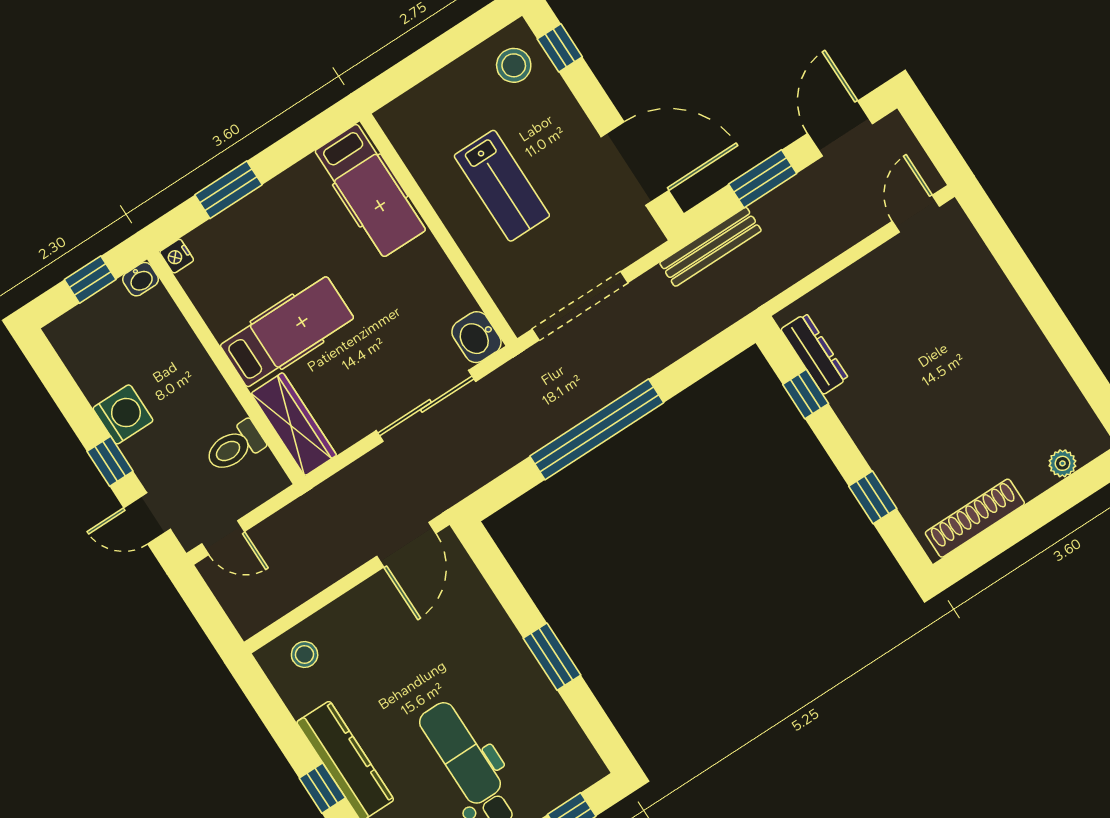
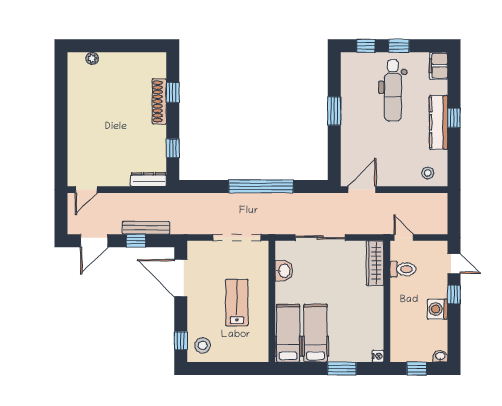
window: (763, 179) -> (136, 241), width x0.67
bench: (710, 247) -> (146, 228), moved
washbasin: (141, 279) -> (440, 356), moved
hospital bed: (287, 332) -> (316, 333), moved, turned 90
washbasin: (477, 337) -> (284, 271), moved
dresser: (815, 354) -> (149, 179), moved, turned 90
shoe rack: (975, 518) -> (159, 101), moved, turned 90
door: (223, 538) -> (404, 238), moved

